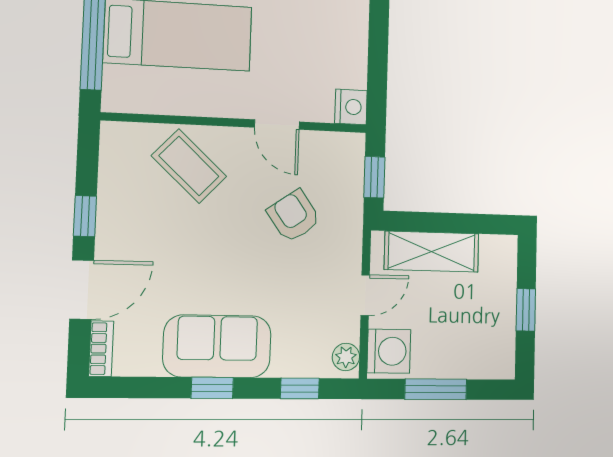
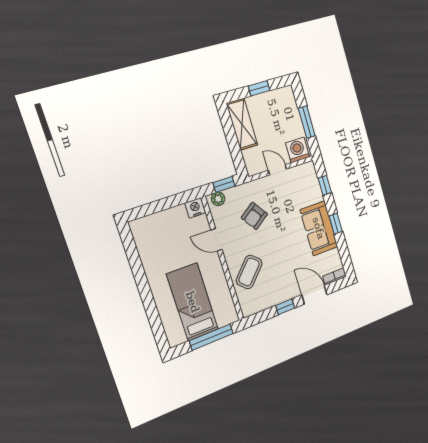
door: (277, 125) -> (217, 240), swing flipped
shelving: (432, 252) -> (242, 124), moved
plant: (346, 357) -> (218, 199), moved

